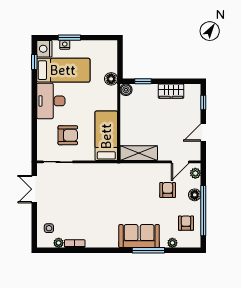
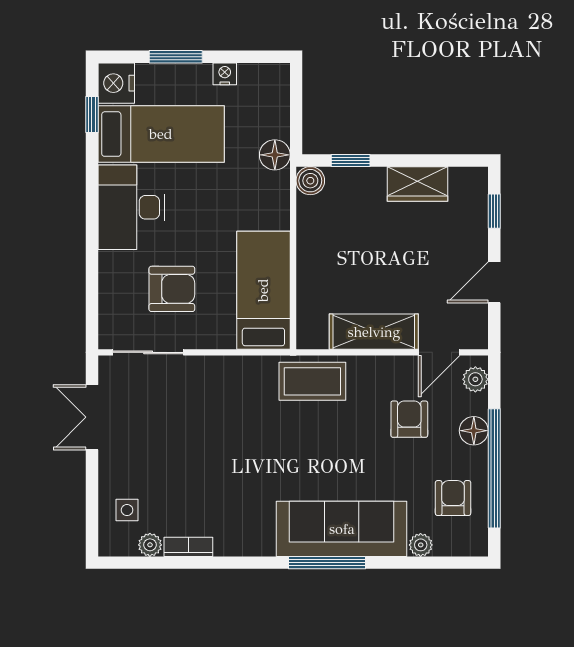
nightstand: (65, 45) -> (225, 74), moved
shelving: (139, 153) -> (374, 332), moved
coffee table: (127, 174) -> (312, 381), added
sofa: (139, 236) -> (342, 529), width x1.36
window: (148, 250) -> (327, 563), moved

